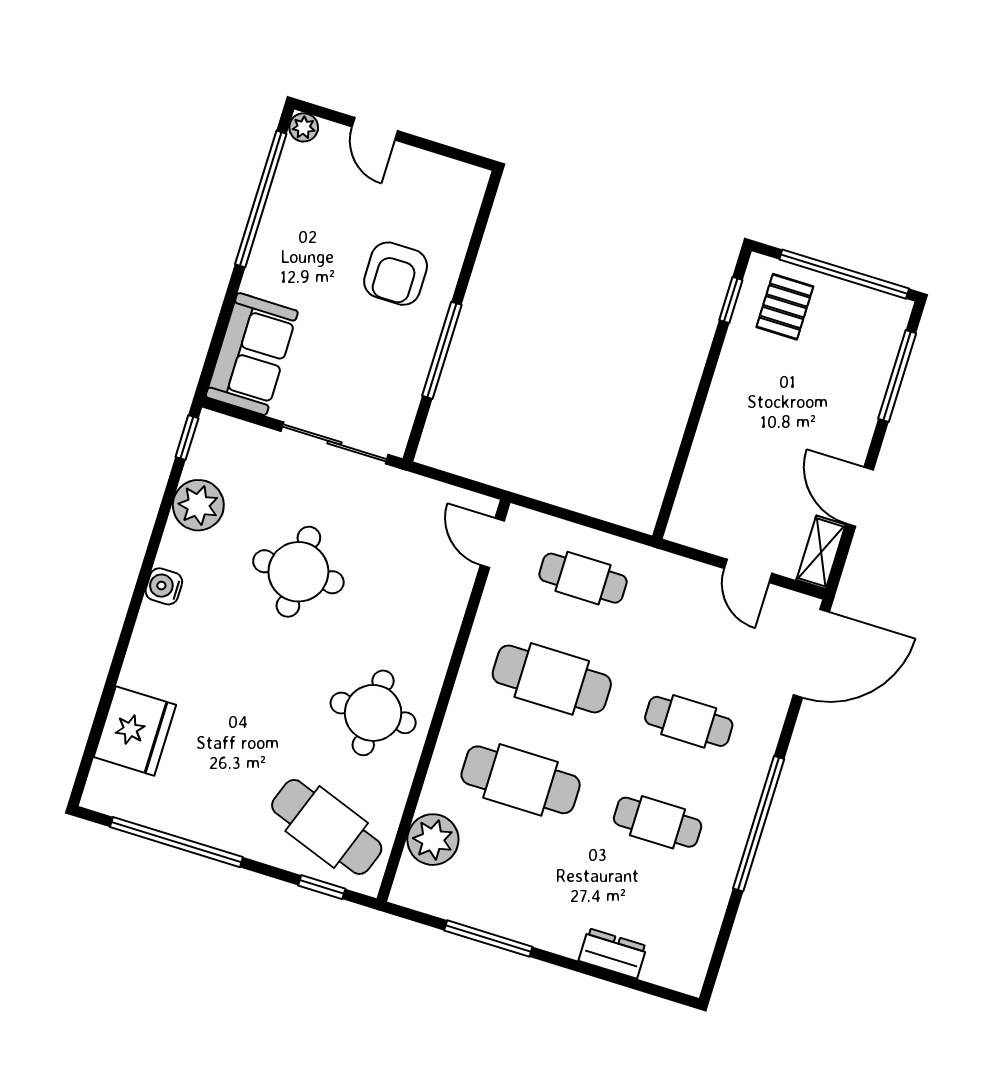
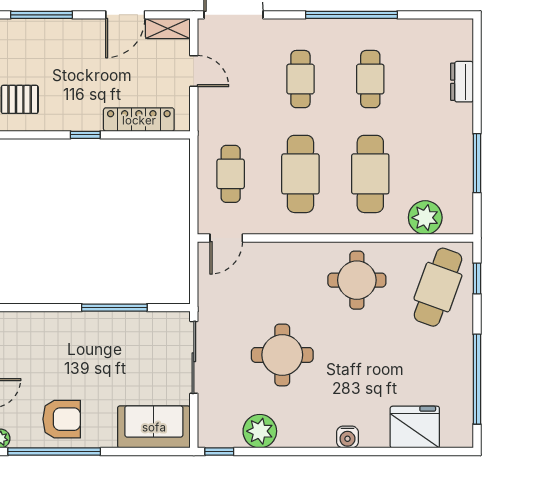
armchair: (396, 274) -> (62, 419), moved
window: (731, 300) -> (85, 135), moved
locker: (702, 470) -> (139, 120), added
door: (748, 571) -> (194, 71), hinge flipped
water cooler: (164, 586) -> (347, 437), moved

